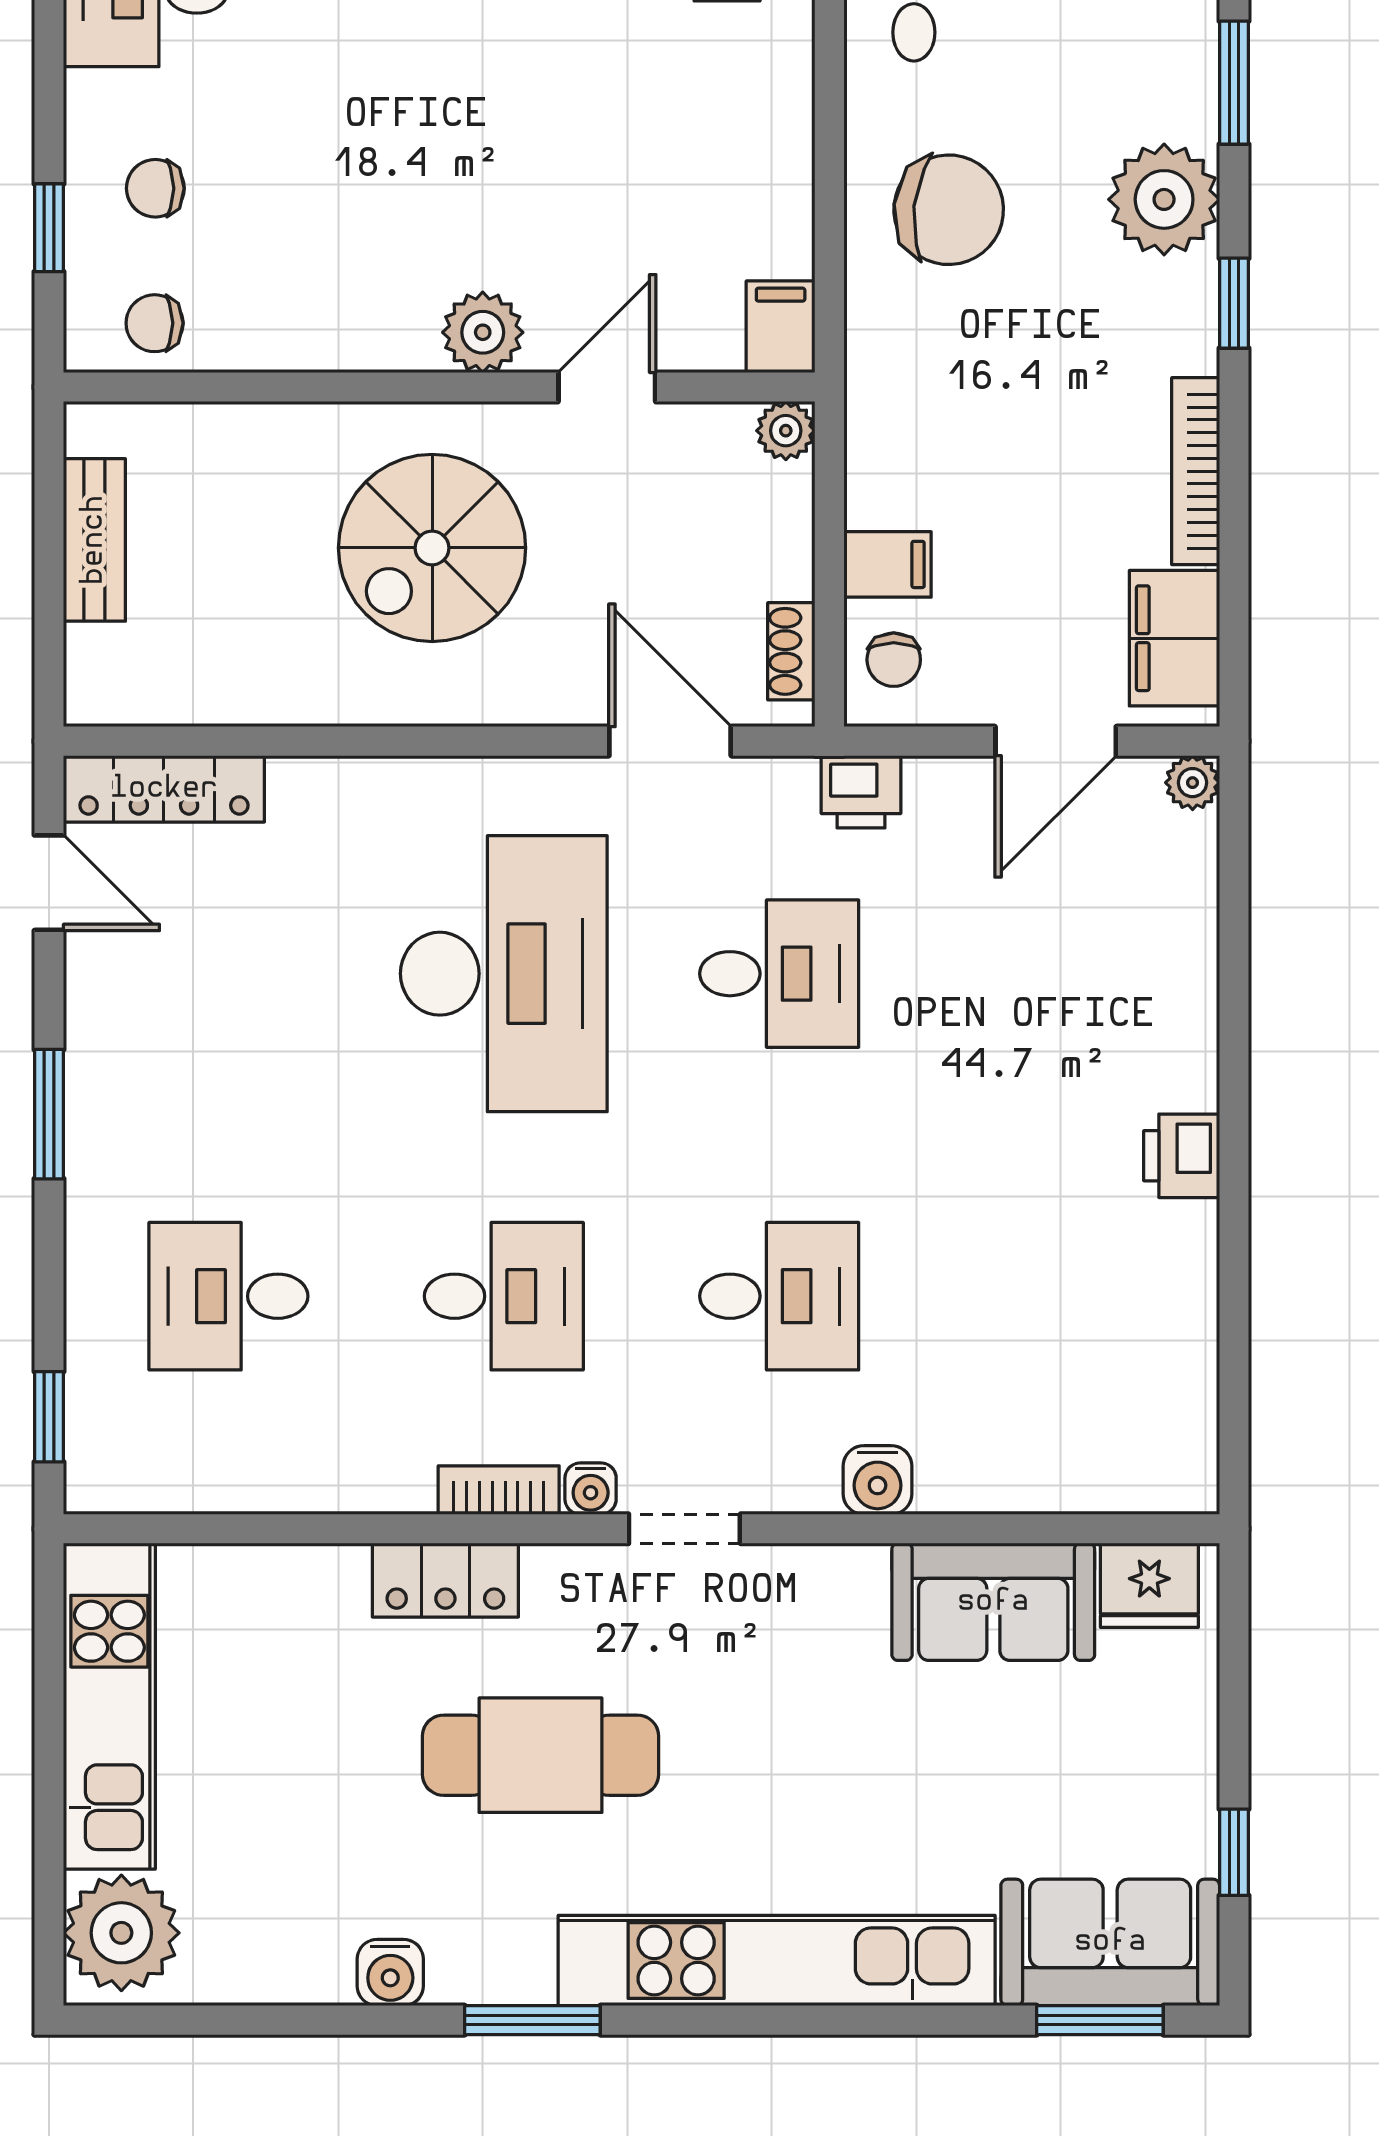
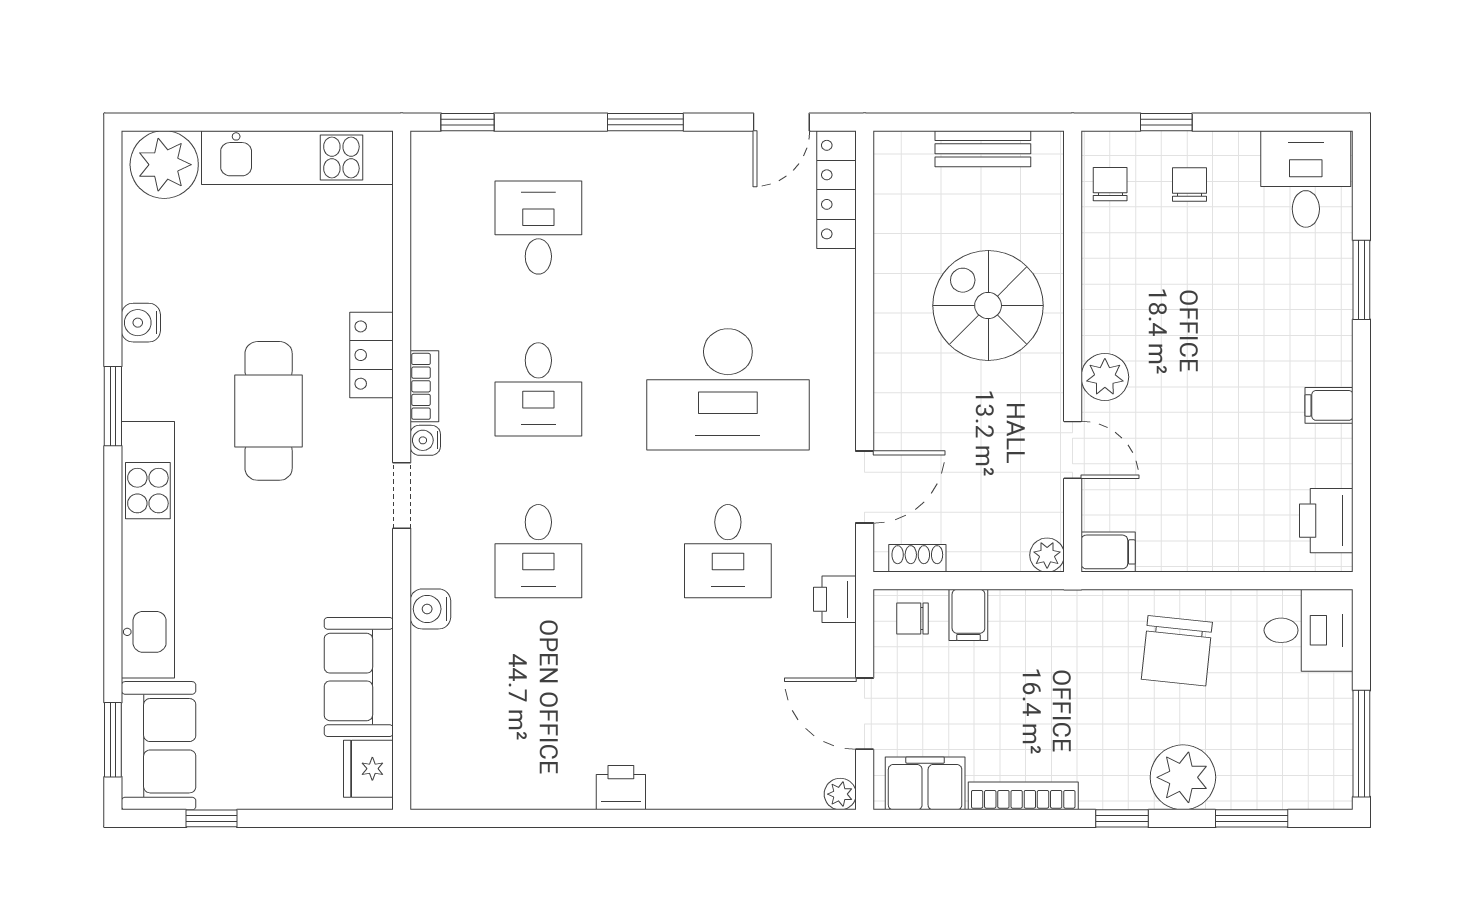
spiral stairs: (432, 548) -> (988, 306), moved

